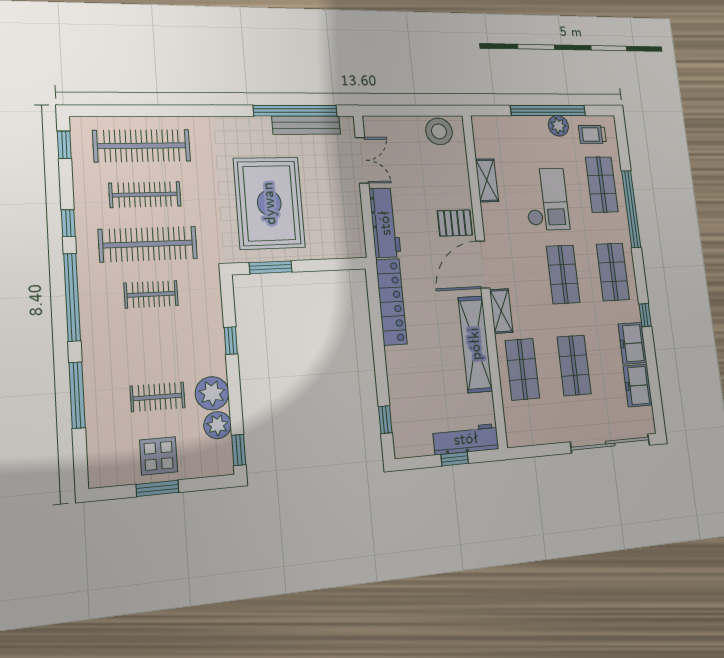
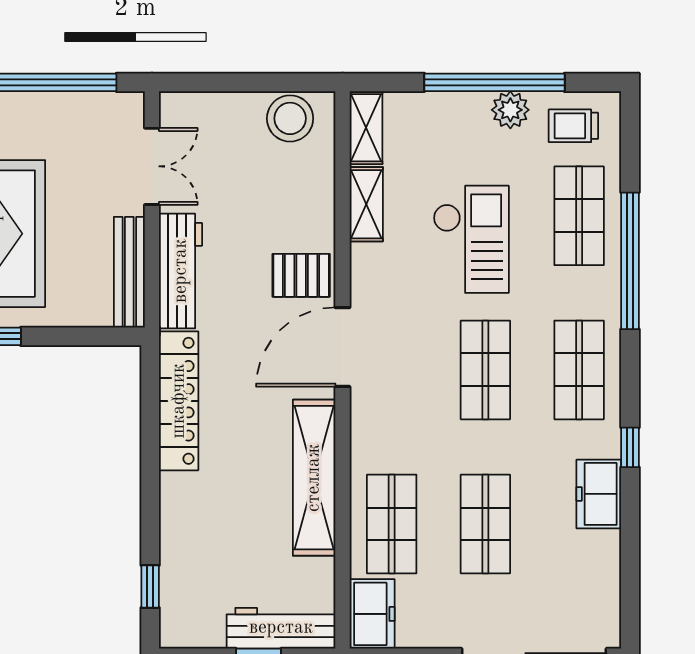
bench: (306, 125) -> (129, 272), moved, turned 90
shelving: (501, 311) -> (366, 128), moved
freezer: (638, 386) -> (372, 614), moved, turned 180

